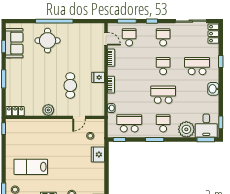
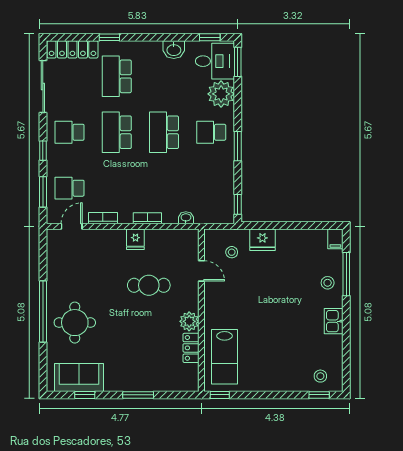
locker: (213, 34) -> (72, 49), width x1.53
school desk: (163, 66) -> (117, 132), width x1.85
washbasin: (213, 89) -> (174, 50), moved
locker: (15, 111) -> (191, 348), moved
school desk: (129, 123) -> (211, 188), removed
lab bench: (31, 167) -> (224, 357), moved

